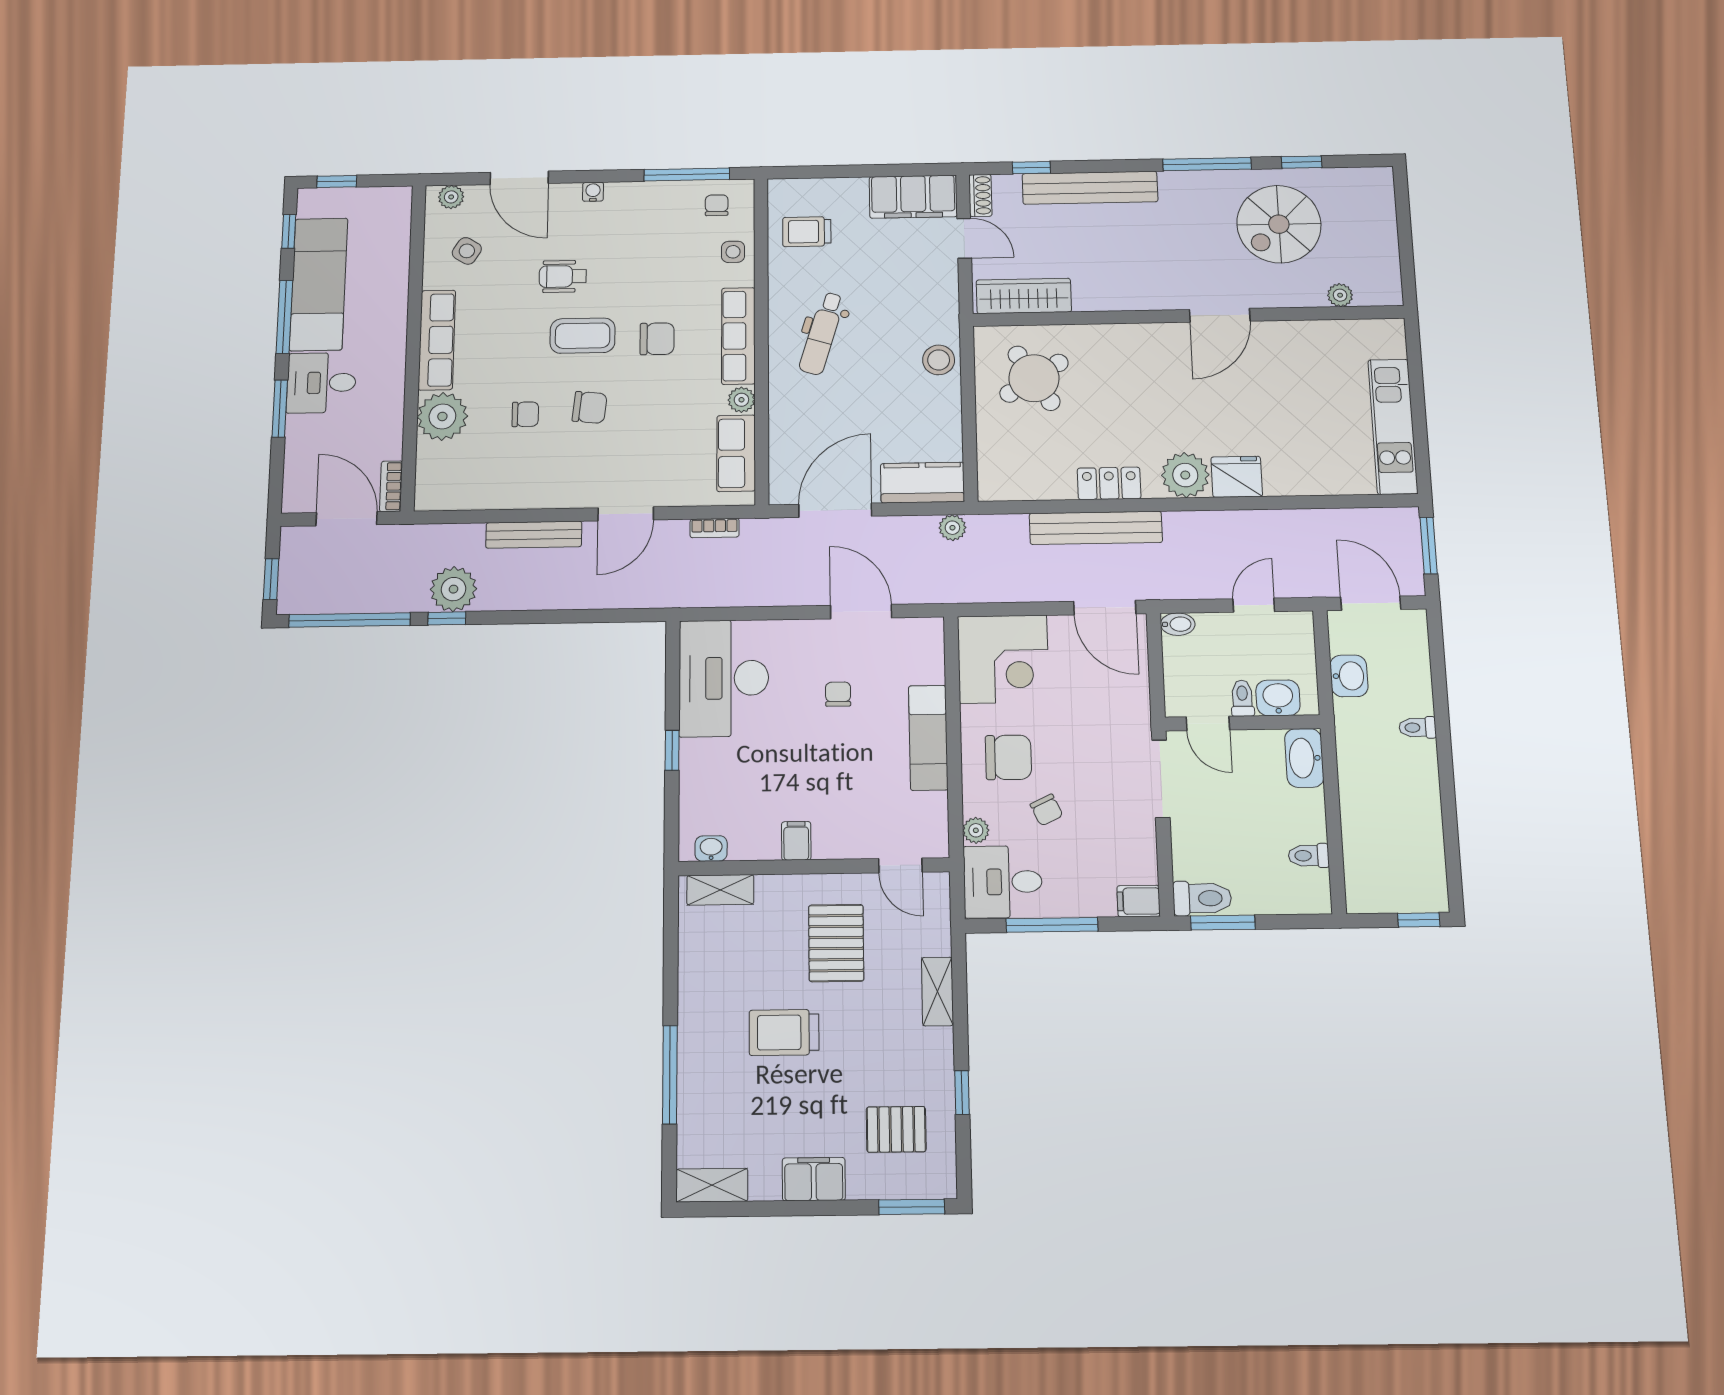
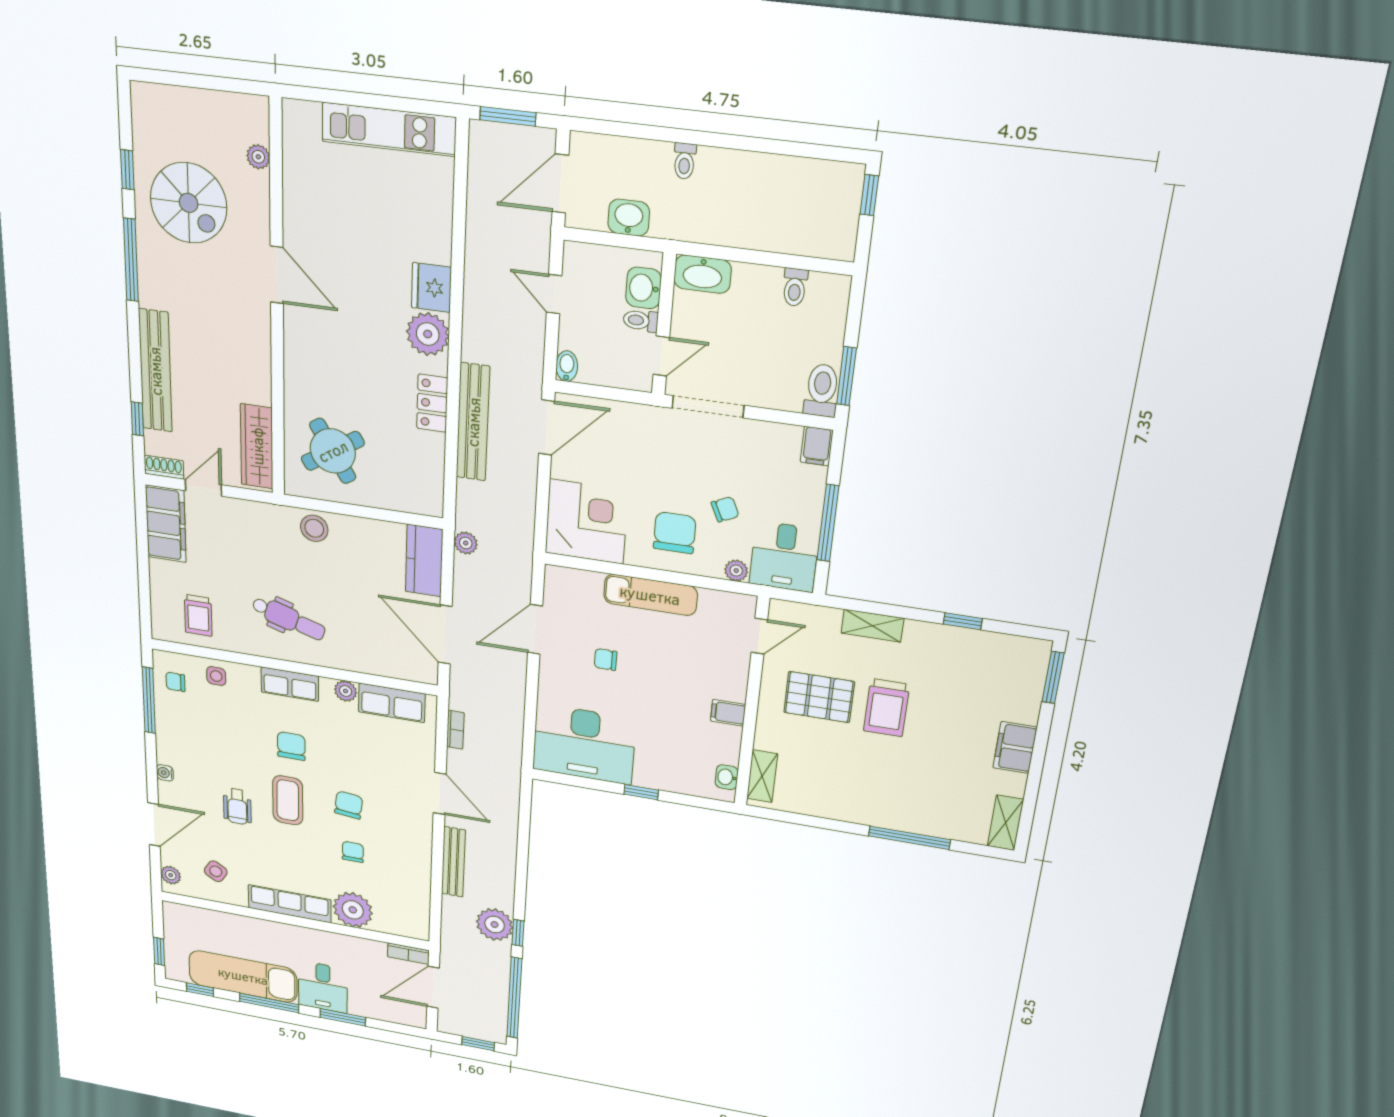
row of seats: (738, 336) -> (290, 684), width x0.68
trolley: (784, 1032) -> (887, 708), moved
pallet: (896, 1129) -> (985, 678), removed

